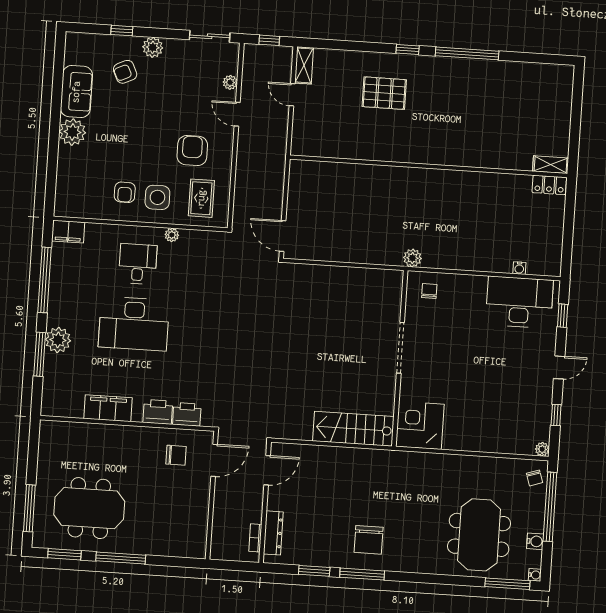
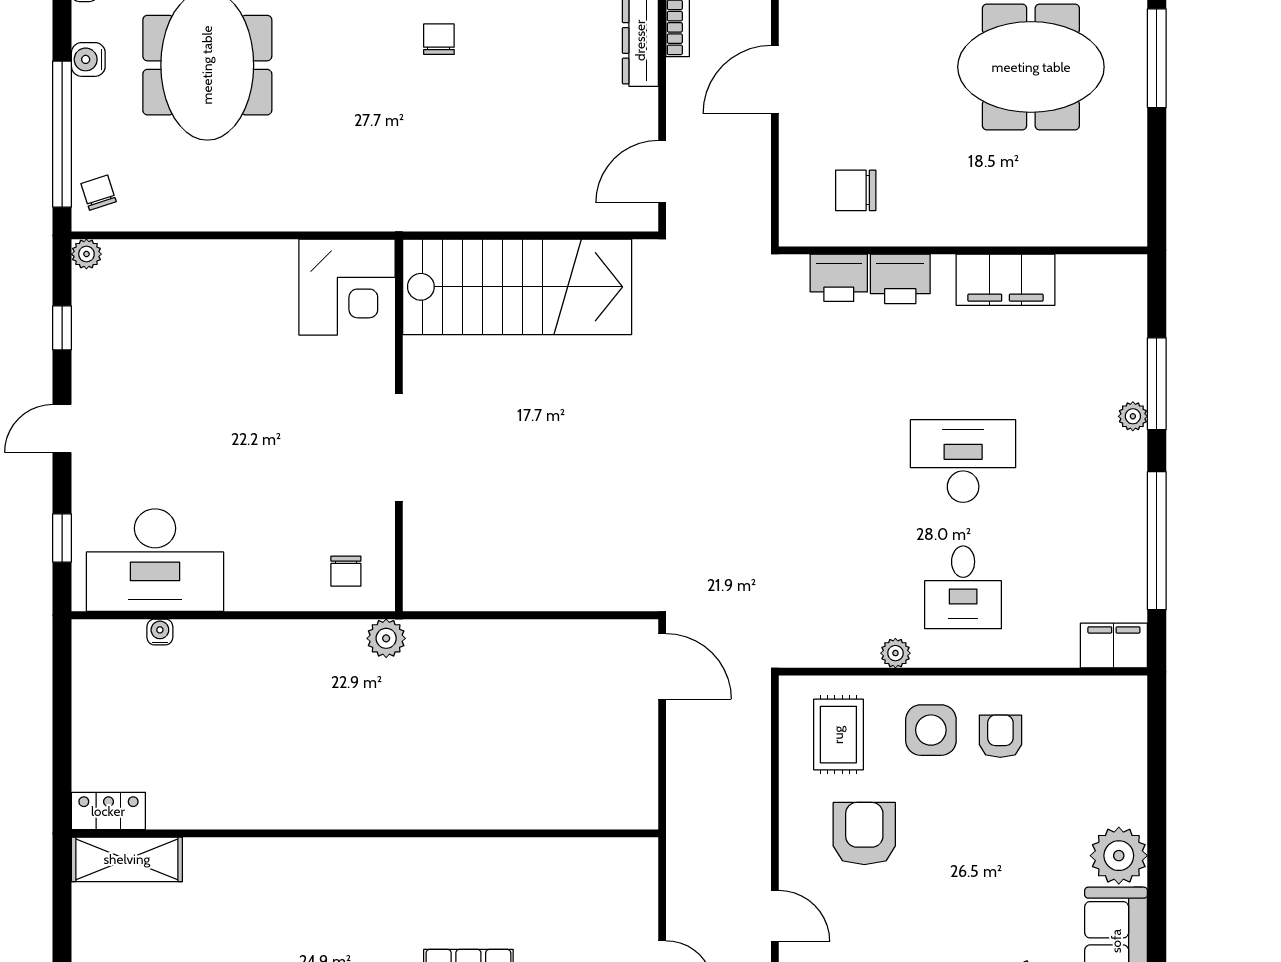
armchair: (192, 151) -> (864, 833), turned 180
shelving: (551, 165) -> (127, 859), width x1.50, depth x1.33
desk: (134, 324) -> (963, 461), width x0.73, depth x0.77
plant: (58, 340) -> (1133, 416), width x0.53, depth x0.53
stairs: (353, 429) -> (517, 287), width x1.36, depth x1.51
door: (214, 460) -> (775, 79), moved
chair: (369, 540) -> (439, 39), width x0.54, depth x0.54

